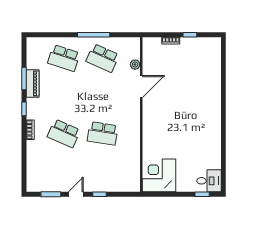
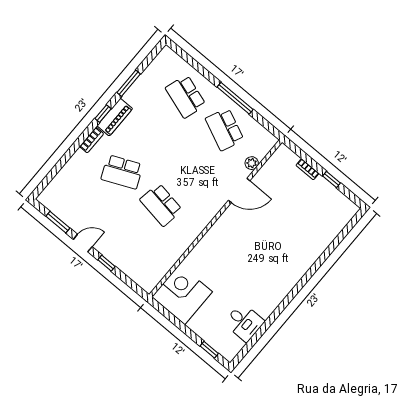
piano: (33, 84) -> (115, 117), moved
school desk: (64, 133) -> (122, 172), turned -48
desk: (209, 181) -> (244, 322), moved

